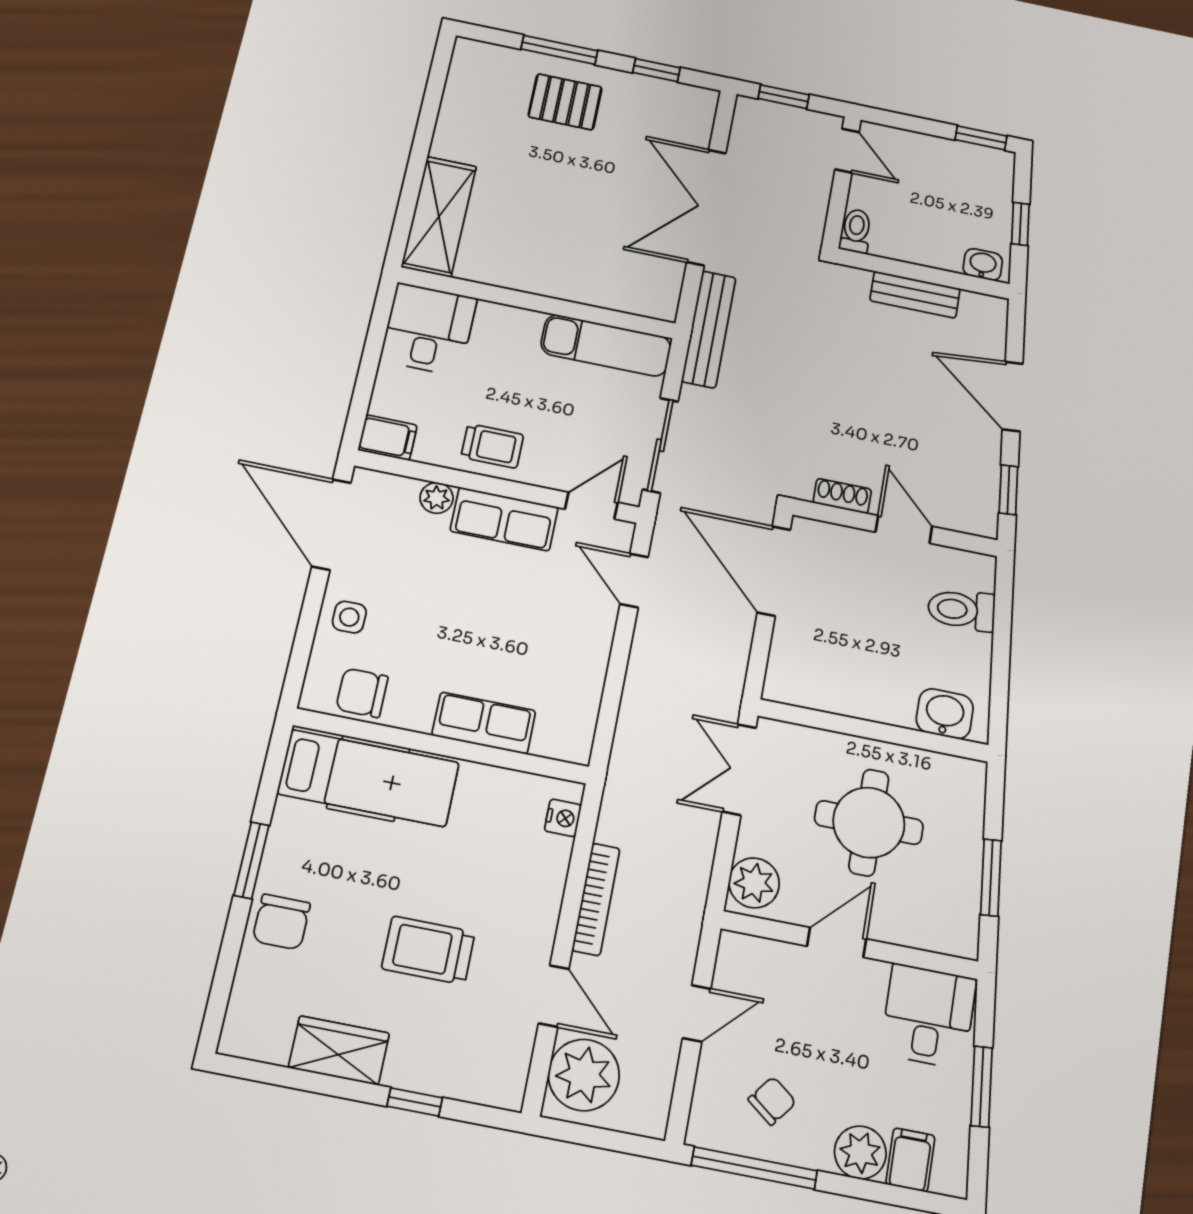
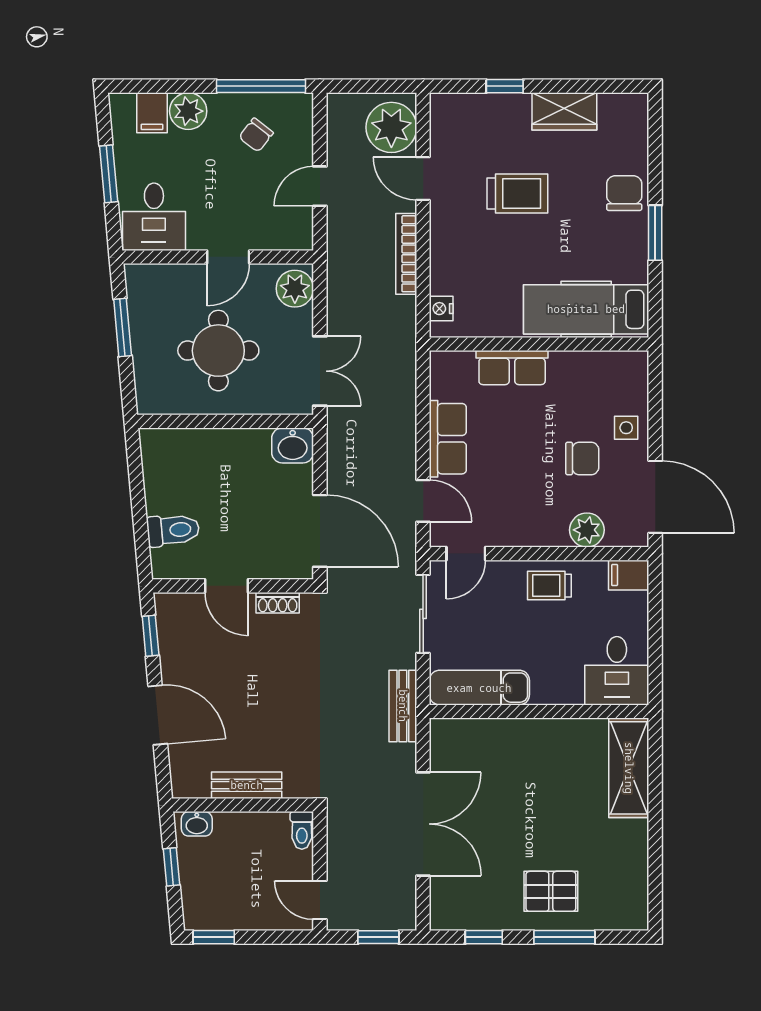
bench: (709, 329) -> (403, 706), width x0.73
plant: (437, 498) -> (587, 530), width x1.38, depth x1.38
row of seats: (504, 519) -> (448, 439), moved, turned 90
chair: (362, 693) -> (582, 458), moved
washbasin: (945, 714) -> (293, 445), moved

